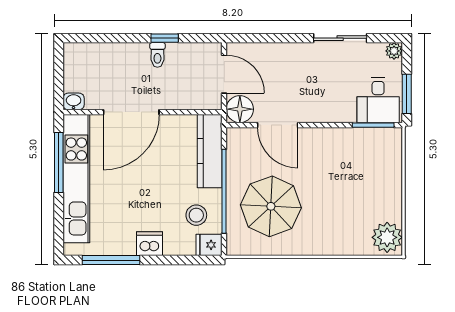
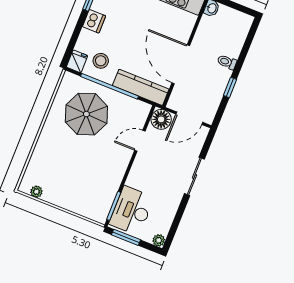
sliding door: (340, 38) -> (194, 176), moved
toilet: (157, 55) -> (227, 62), moved
desk: (378, 100) -> (132, 211), width x1.37
door: (131, 112) -> (181, 64), moved
door: (278, 125) -> (140, 141), width x0.73
plant: (387, 237) -> (36, 192), width x0.53, depth x0.53

